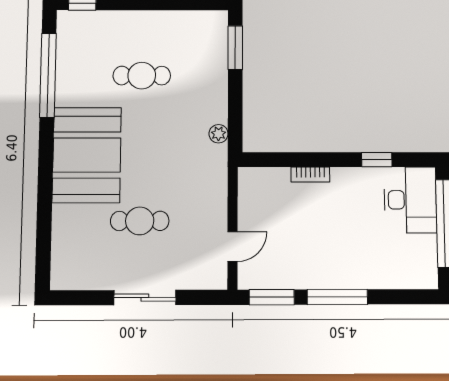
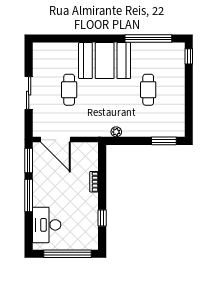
desk: (410, 200) -> (47, 225), moved, turned 90
door: (233, 247) -> (55, 140), width x1.87

